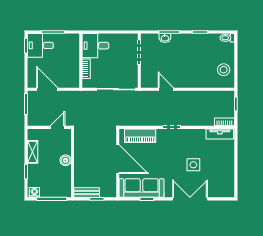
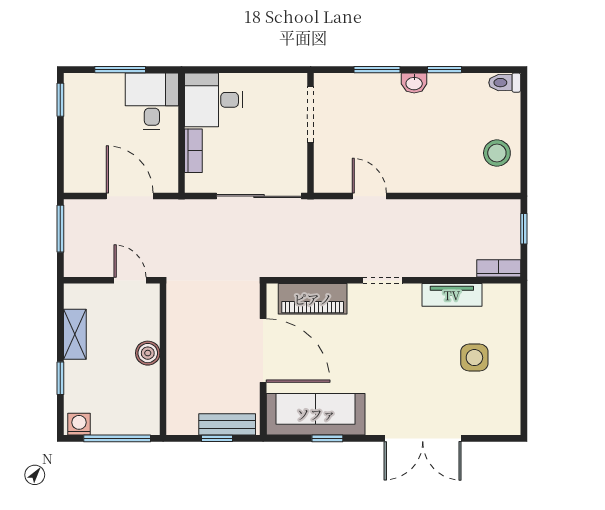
washbasin: (165, 38) -> (414, 83), moved
desk: (40, 45) -> (152, 101), moved, turned 90
door: (47, 89) -> (130, 196), moved
door: (58, 127) -> (130, 280), hinge flipped
tv unit: (220, 134) -> (452, 295), moved
side table: (193, 165) -> (474, 358), moved
bench: (87, 193) -> (227, 424), moved
double door: (190, 199) -> (423, 438), swing flipped

